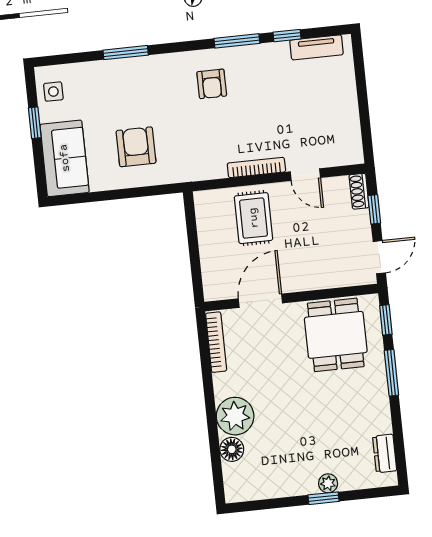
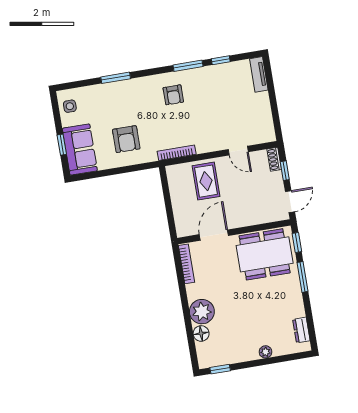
tv unit: (317, 47) -> (259, 74), moved, turned 90
window: (35, 123) -> (62, 145), moved
armchair: (136, 147) -> (126, 139), turned 180
bookcase: (256, 167) -> (177, 153), moved
dining table: (336, 335) -> (265, 254), width x1.38
window: (324, 498) -> (220, 369), moved

